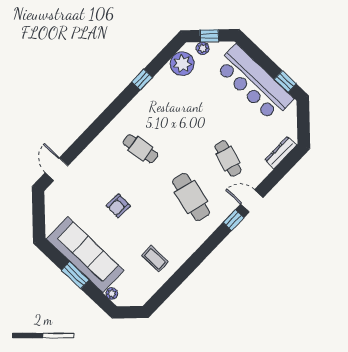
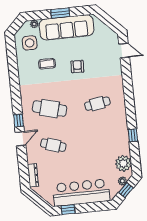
coffee table: (155, 259) -> (47, 64), moved
side table: (137, 281) -> (30, 43), added

